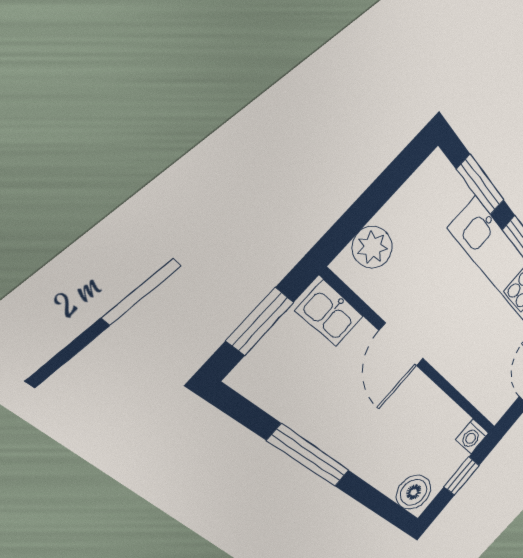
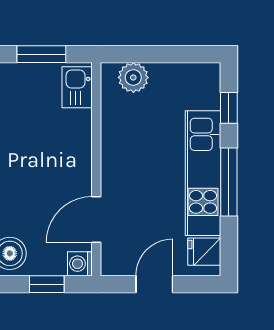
window: (480, 185) -> (229, 108), width x0.67
door: (402, 345) -> (96, 219), moved

